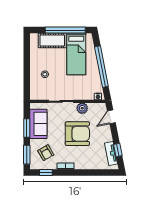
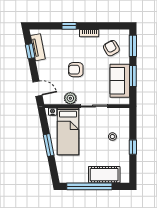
bed: (76, 54) -> (68, 131), moved, turned 180
window: (27, 65) -> (133, 147), added
window: (101, 67) -> (49, 145), width x0.47
door: (111, 117) -> (37, 89), hinge flipped
armchair: (77, 134) -> (76, 70), width x0.53, depth x0.53
window: (46, 173) -> (69, 26), moved

